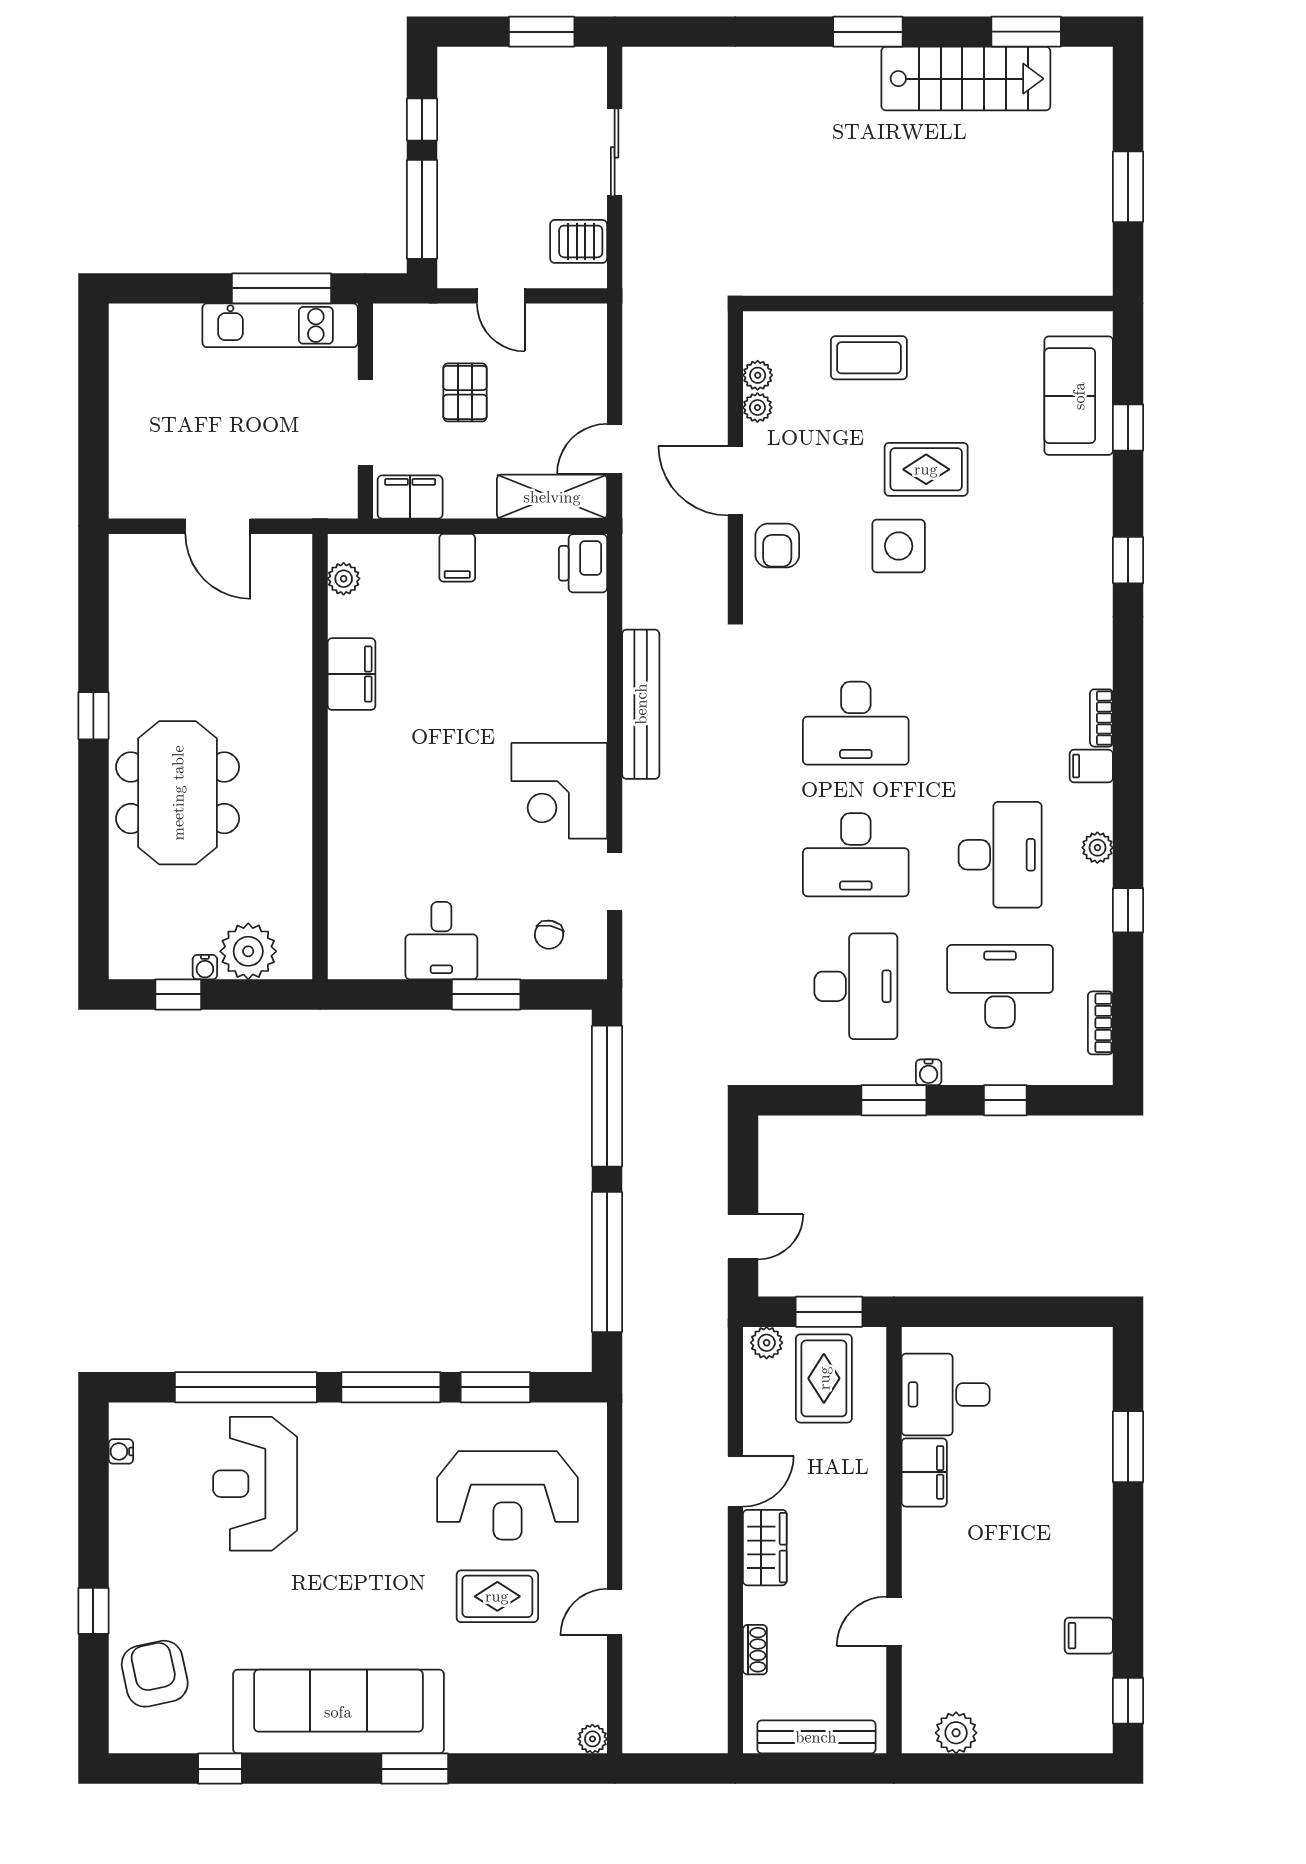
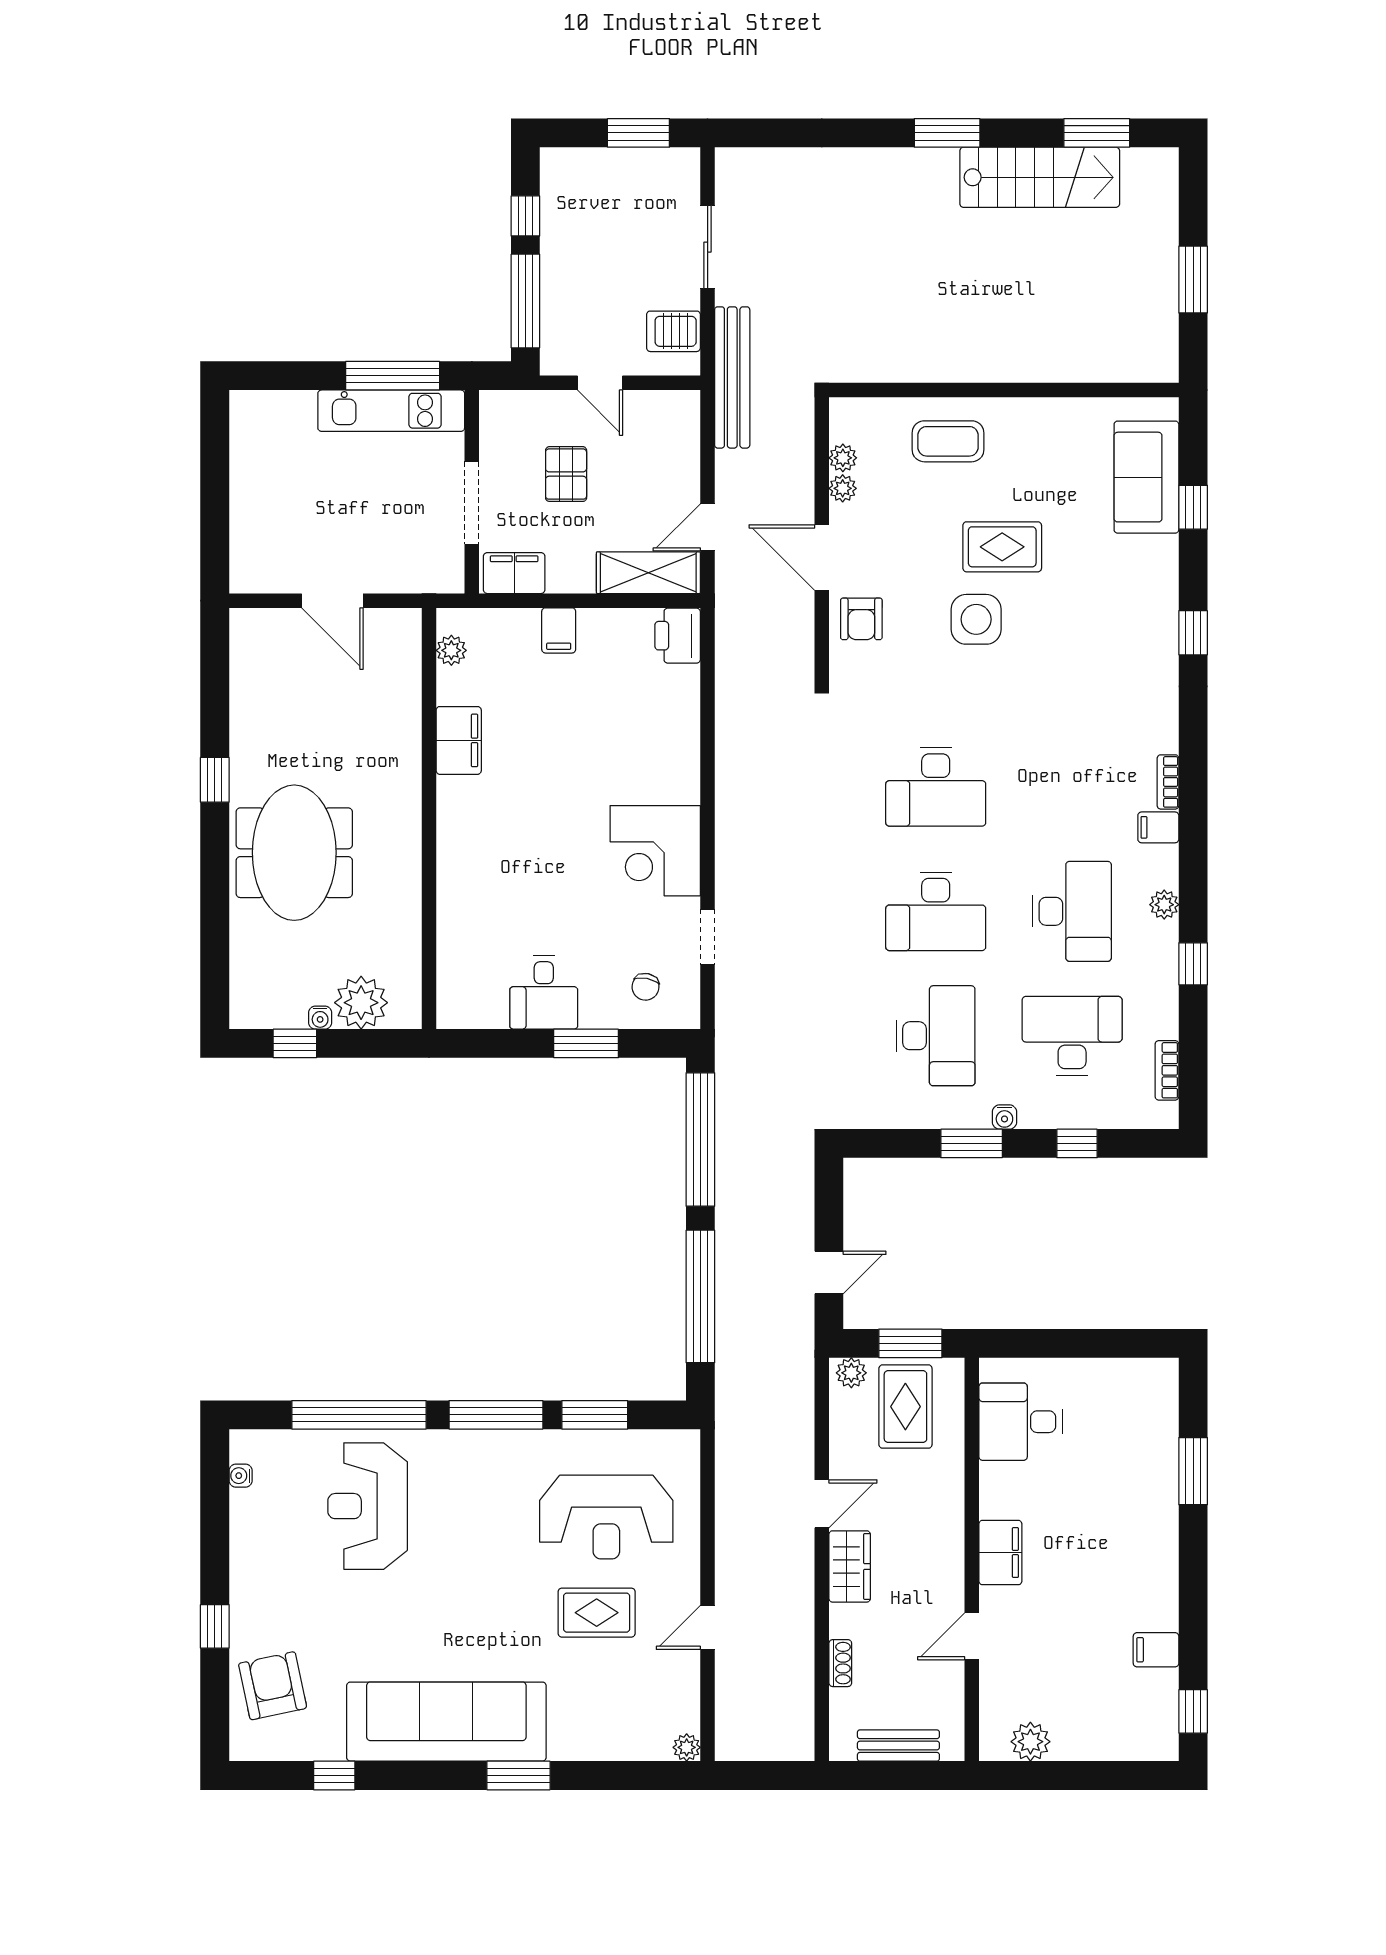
bench: (641, 704) -> (732, 377), moved
filing cabinet: (924, 1472) -> (1000, 1553), moved
bench: (816, 1737) -> (898, 1746), width x0.73

